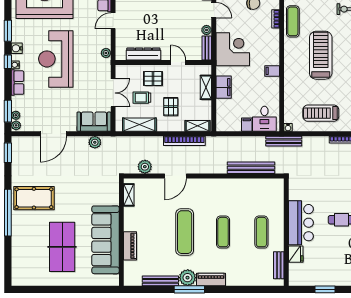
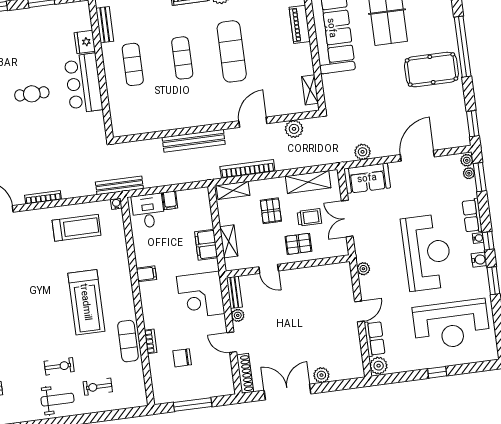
dresser: (143, 54) -> (315, 274), removed
bench: (251, 168) -> (194, 141), moved

